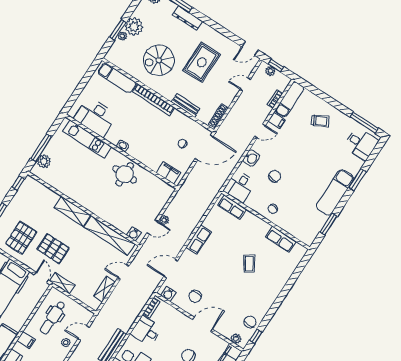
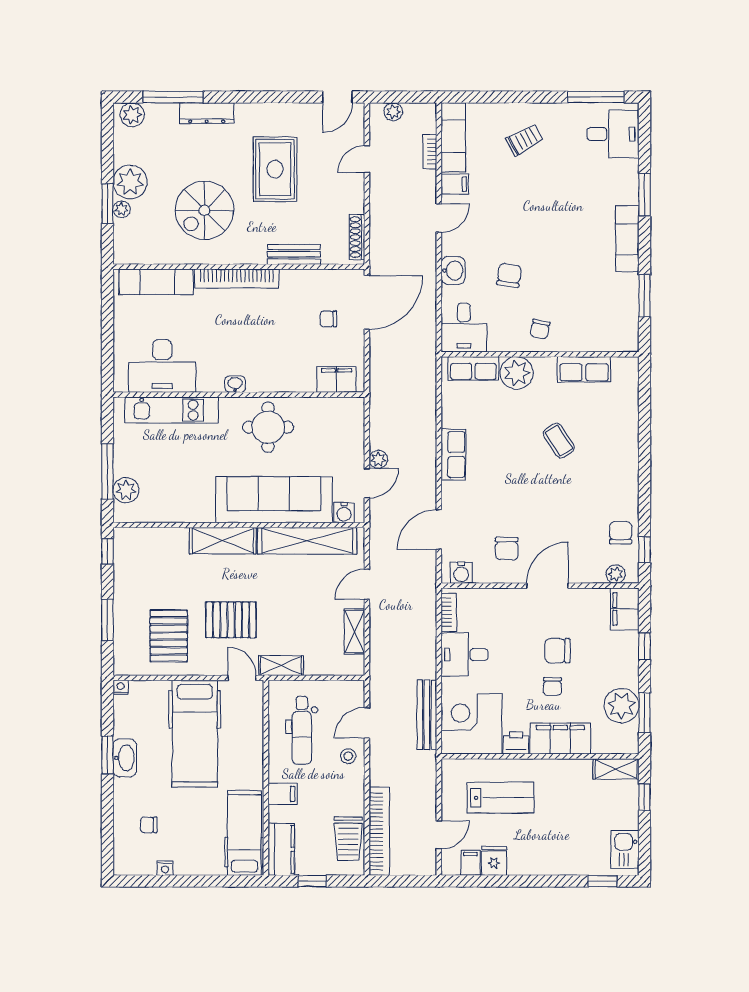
window: (276, 65) -> (396, 97), removed
exam couch: (335, 192) -> (627, 239), width x0.73, depth x0.69
sofa: (107, 208) -> (274, 500), added
plant: (250, 222) -> (517, 373), added

